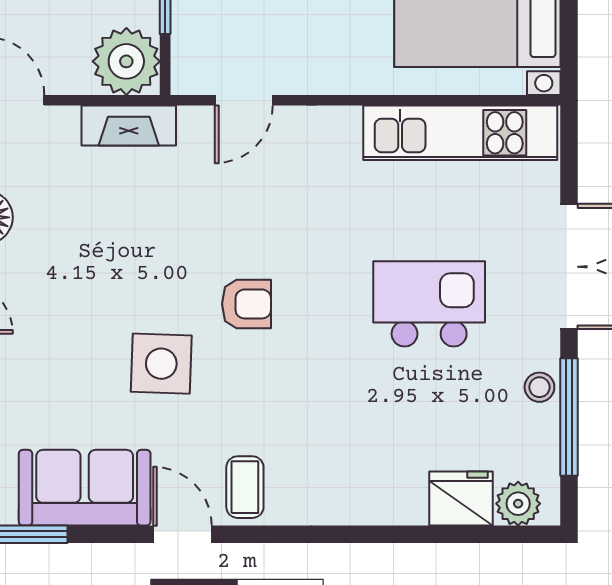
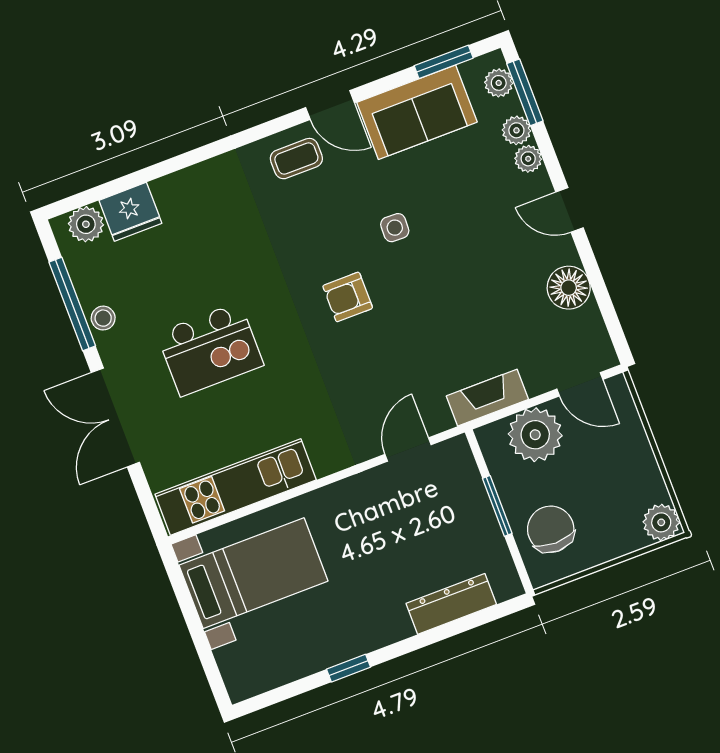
plant: (126, 61) -> (535, 435), moved
side table: (161, 364) -> (395, 228), width x0.54, depth x0.54
coffee table: (245, 487) -> (296, 159), turned 90

